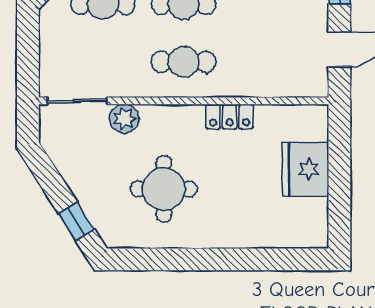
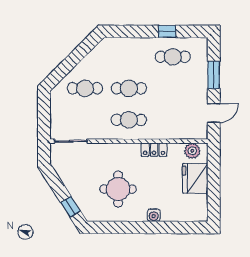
plant: (124, 119) -> (192, 151), moved
water cooler: (229, 237) -> (154, 215), added

